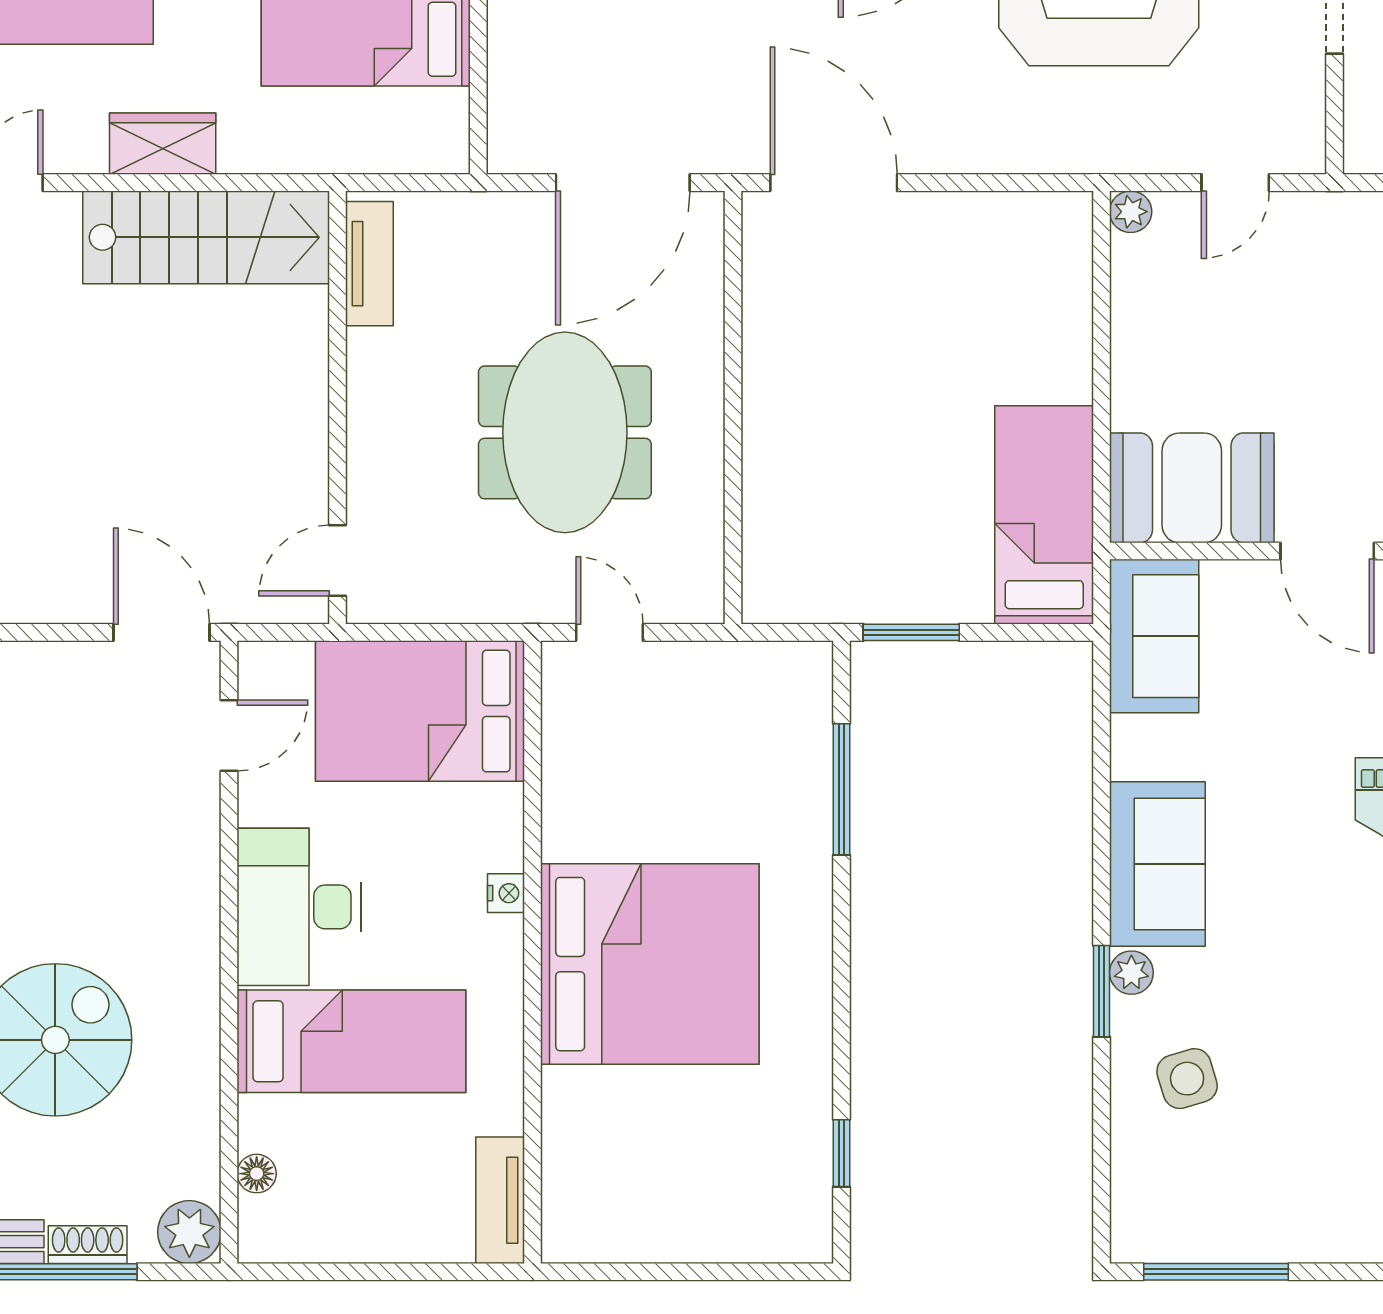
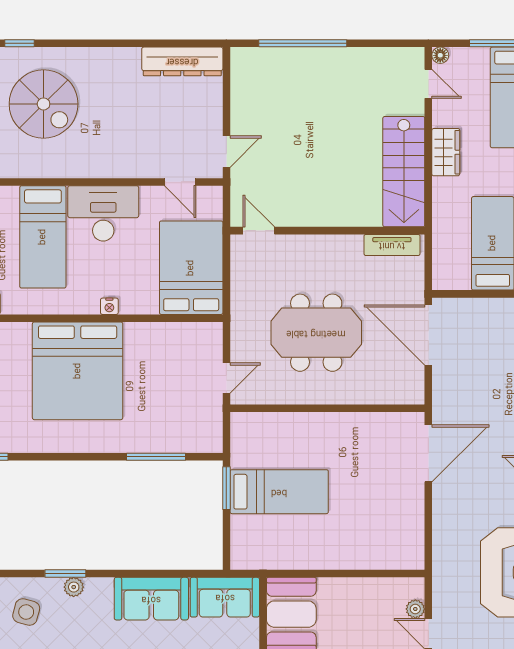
door: (623, 183) -> (428, 335), moved
plant: (1131, 212) -> (415, 609), moved
bed: (1044, 515) -> (279, 492), moved
door: (162, 632) -> (226, 152), width x0.73
door: (610, 632) -> (226, 378), moved
sofa: (1157, 864) -> (151, 599), moved
side table: (1187, 1079) -> (26, 612), turned 32

